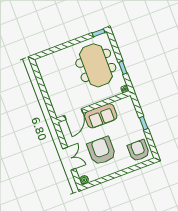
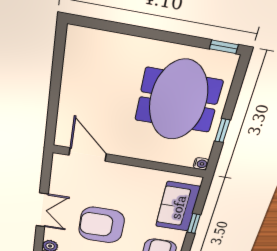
door: (74, 114) -> (88, 154), swing flipped
sofa: (101, 116) -> (178, 207), moved, turned 90
armchair: (102, 151) -> (101, 225), turned -90

